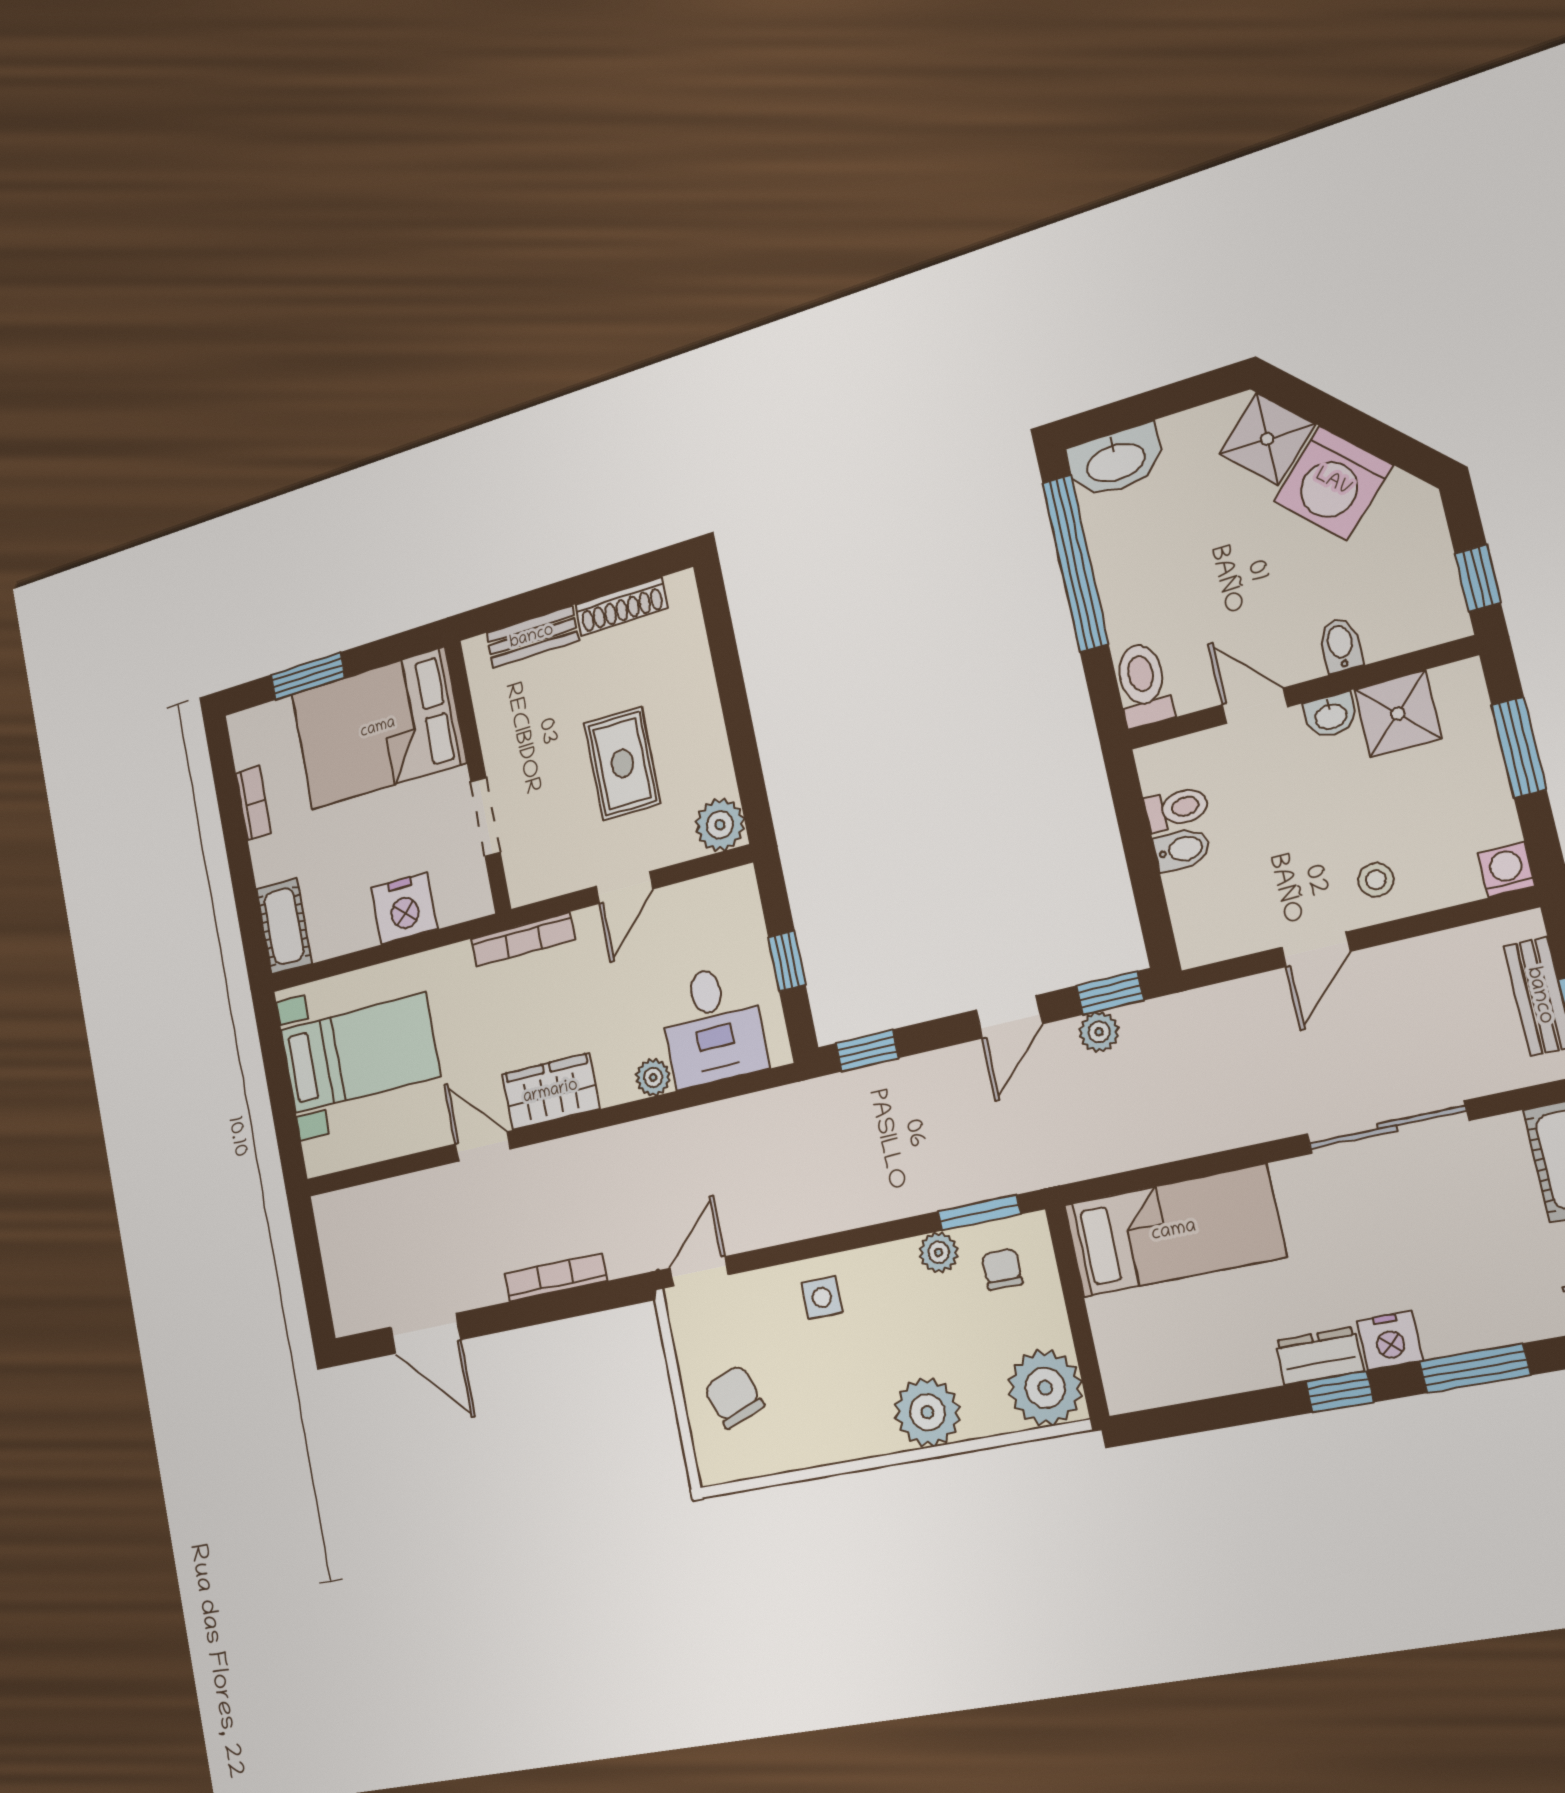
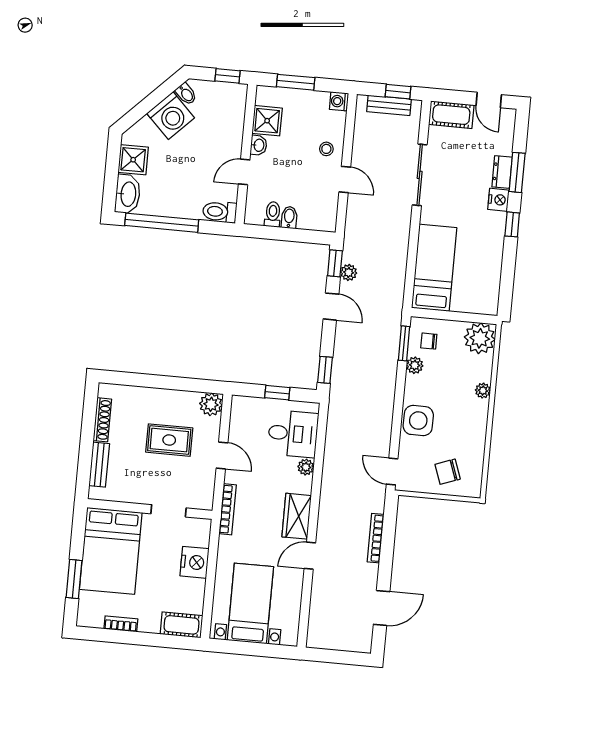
shower: (1267, 439) -> (133, 160), moved, turned 45
bidet: (1340, 645) -> (186, 94), moved, turned -135
side table: (822, 1297) -> (418, 421), width x1.87, depth x1.87
dresser: (1319, 1356) -> (502, 172), moved
plant: (927, 1412) -> (483, 391), width x0.53, depth x0.53

